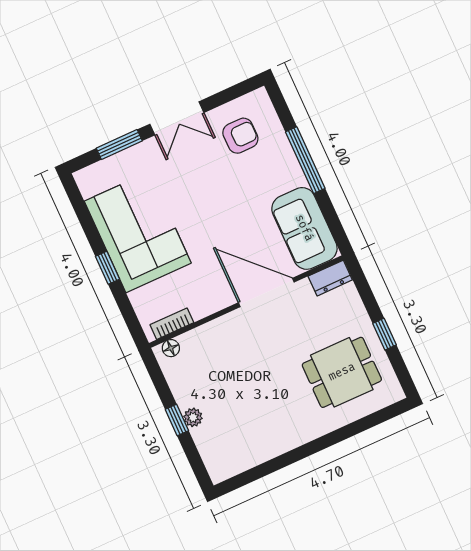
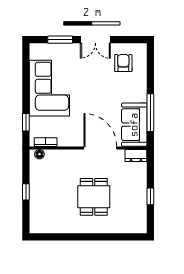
armchair: (240, 136) -> (123, 63), turned -90
window: (305, 160) -> (150, 113), moved
window: (107, 268) -> (26, 122), moved
dining table: (342, 372) -> (94, 197), moved, turned 90
plant: (193, 417) -> (35, 194), removed

